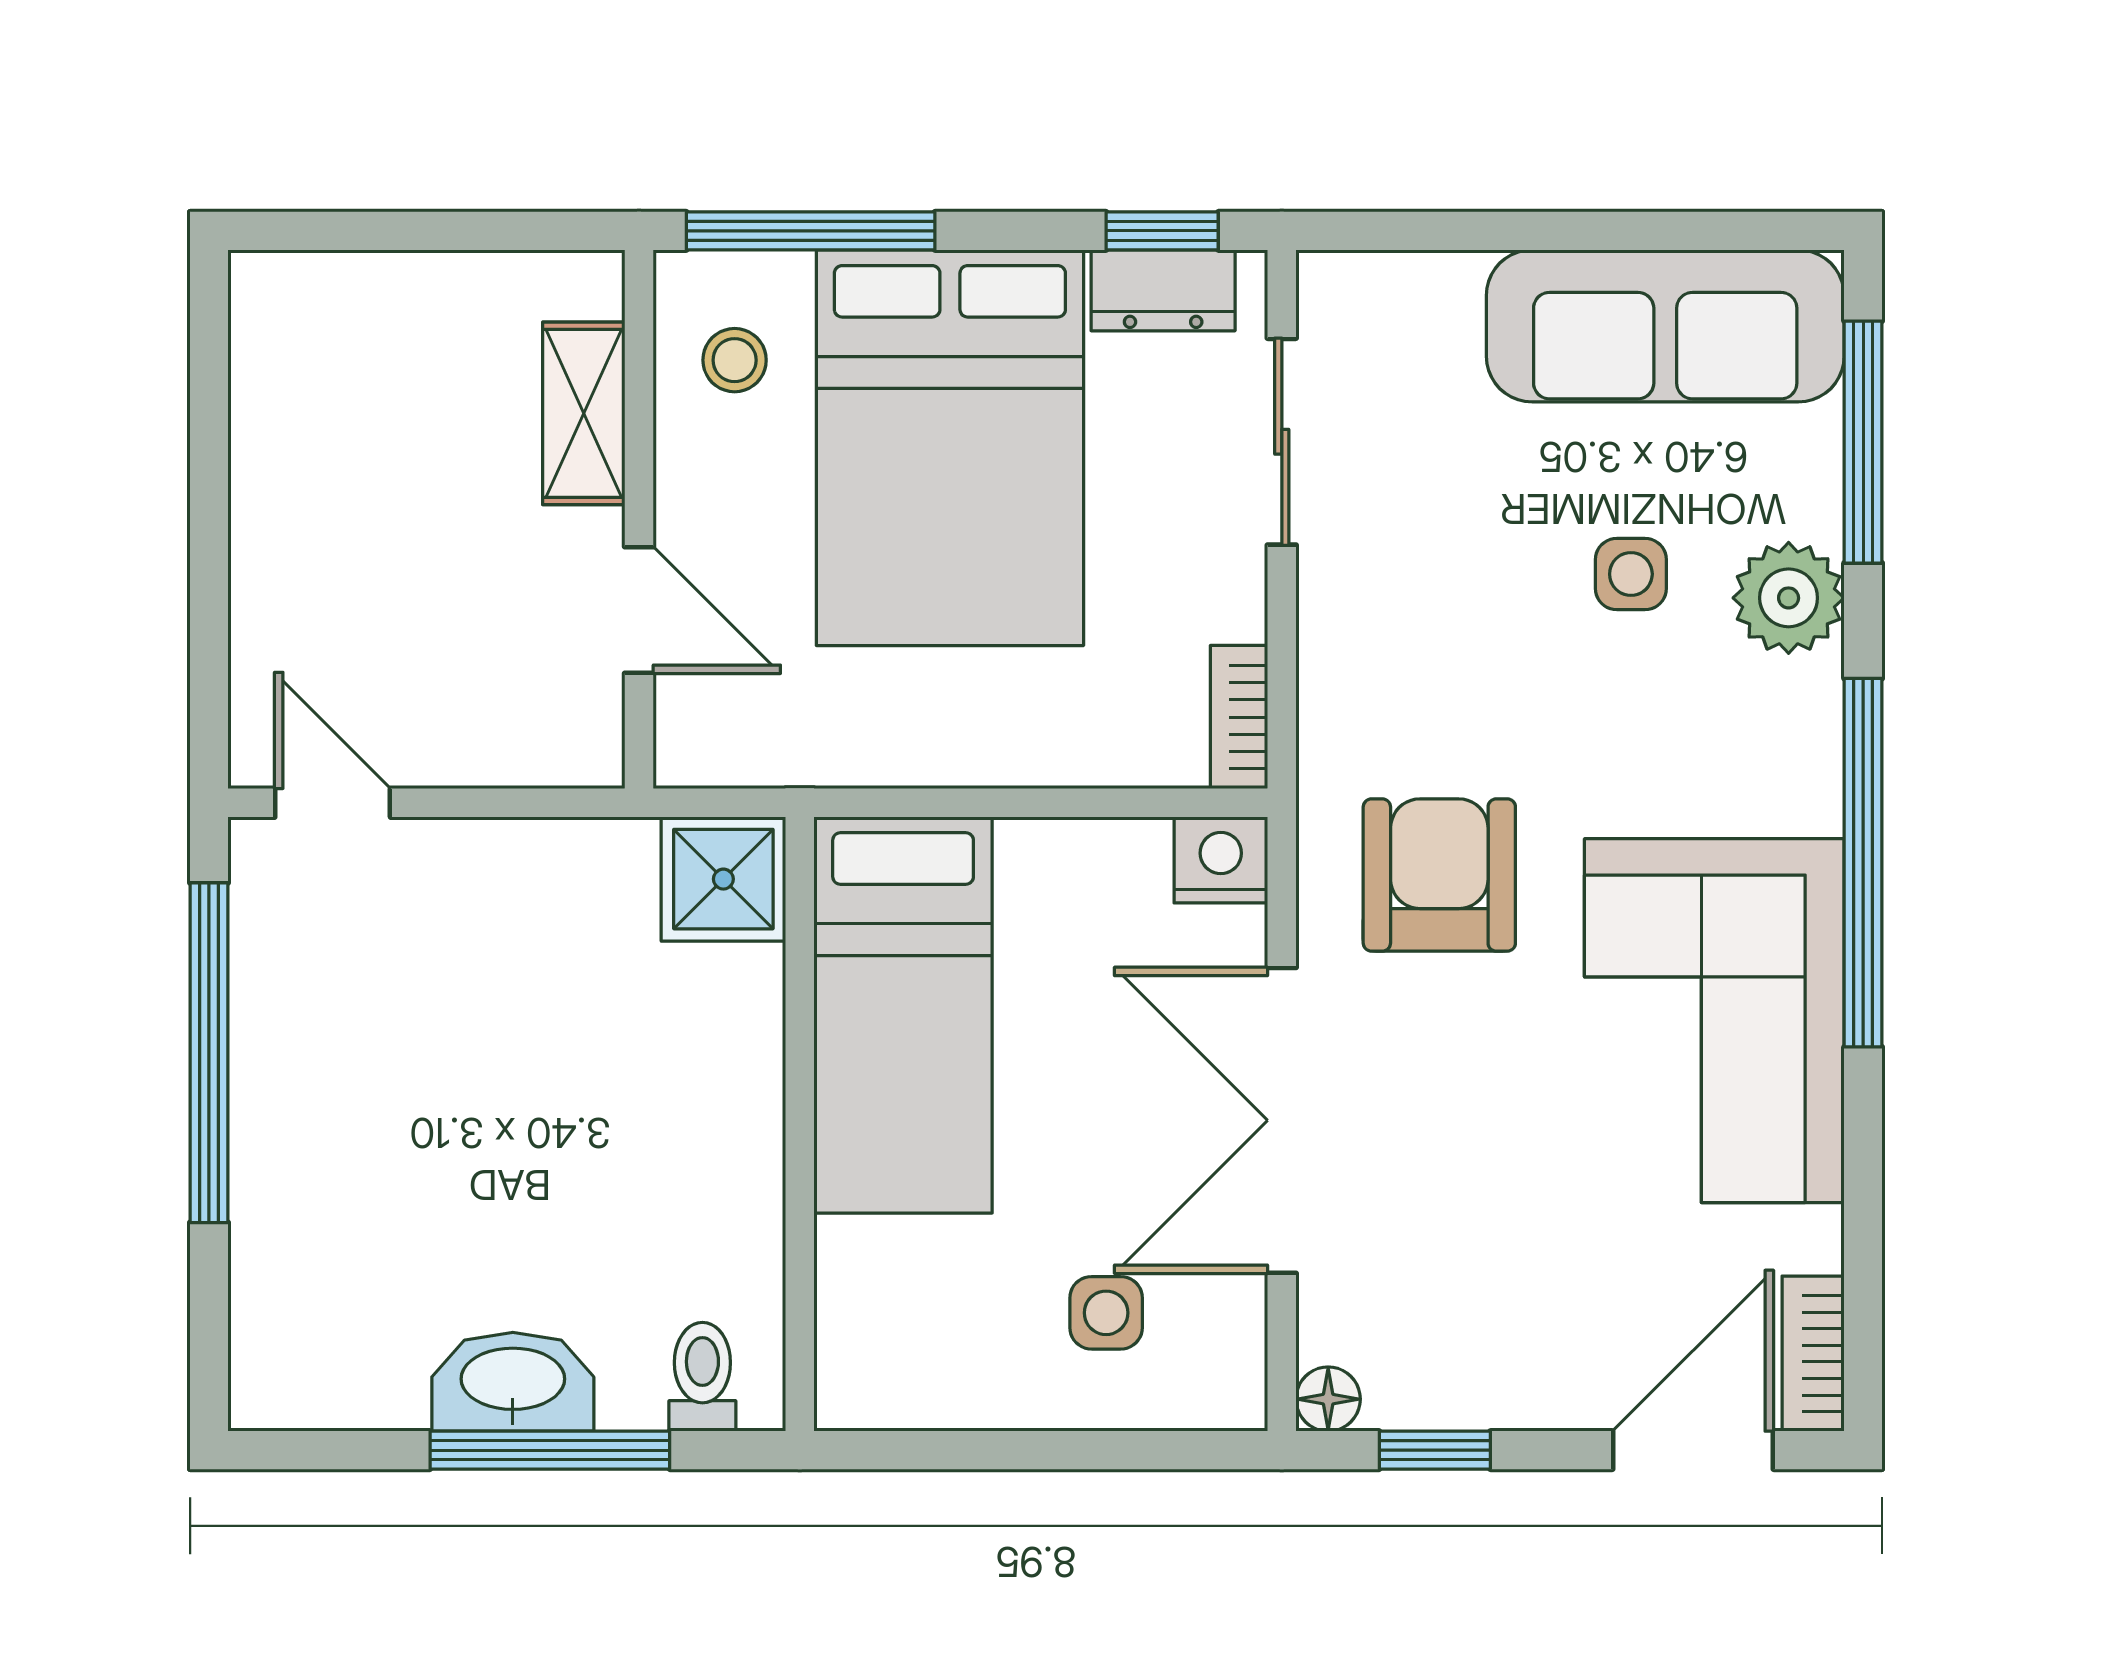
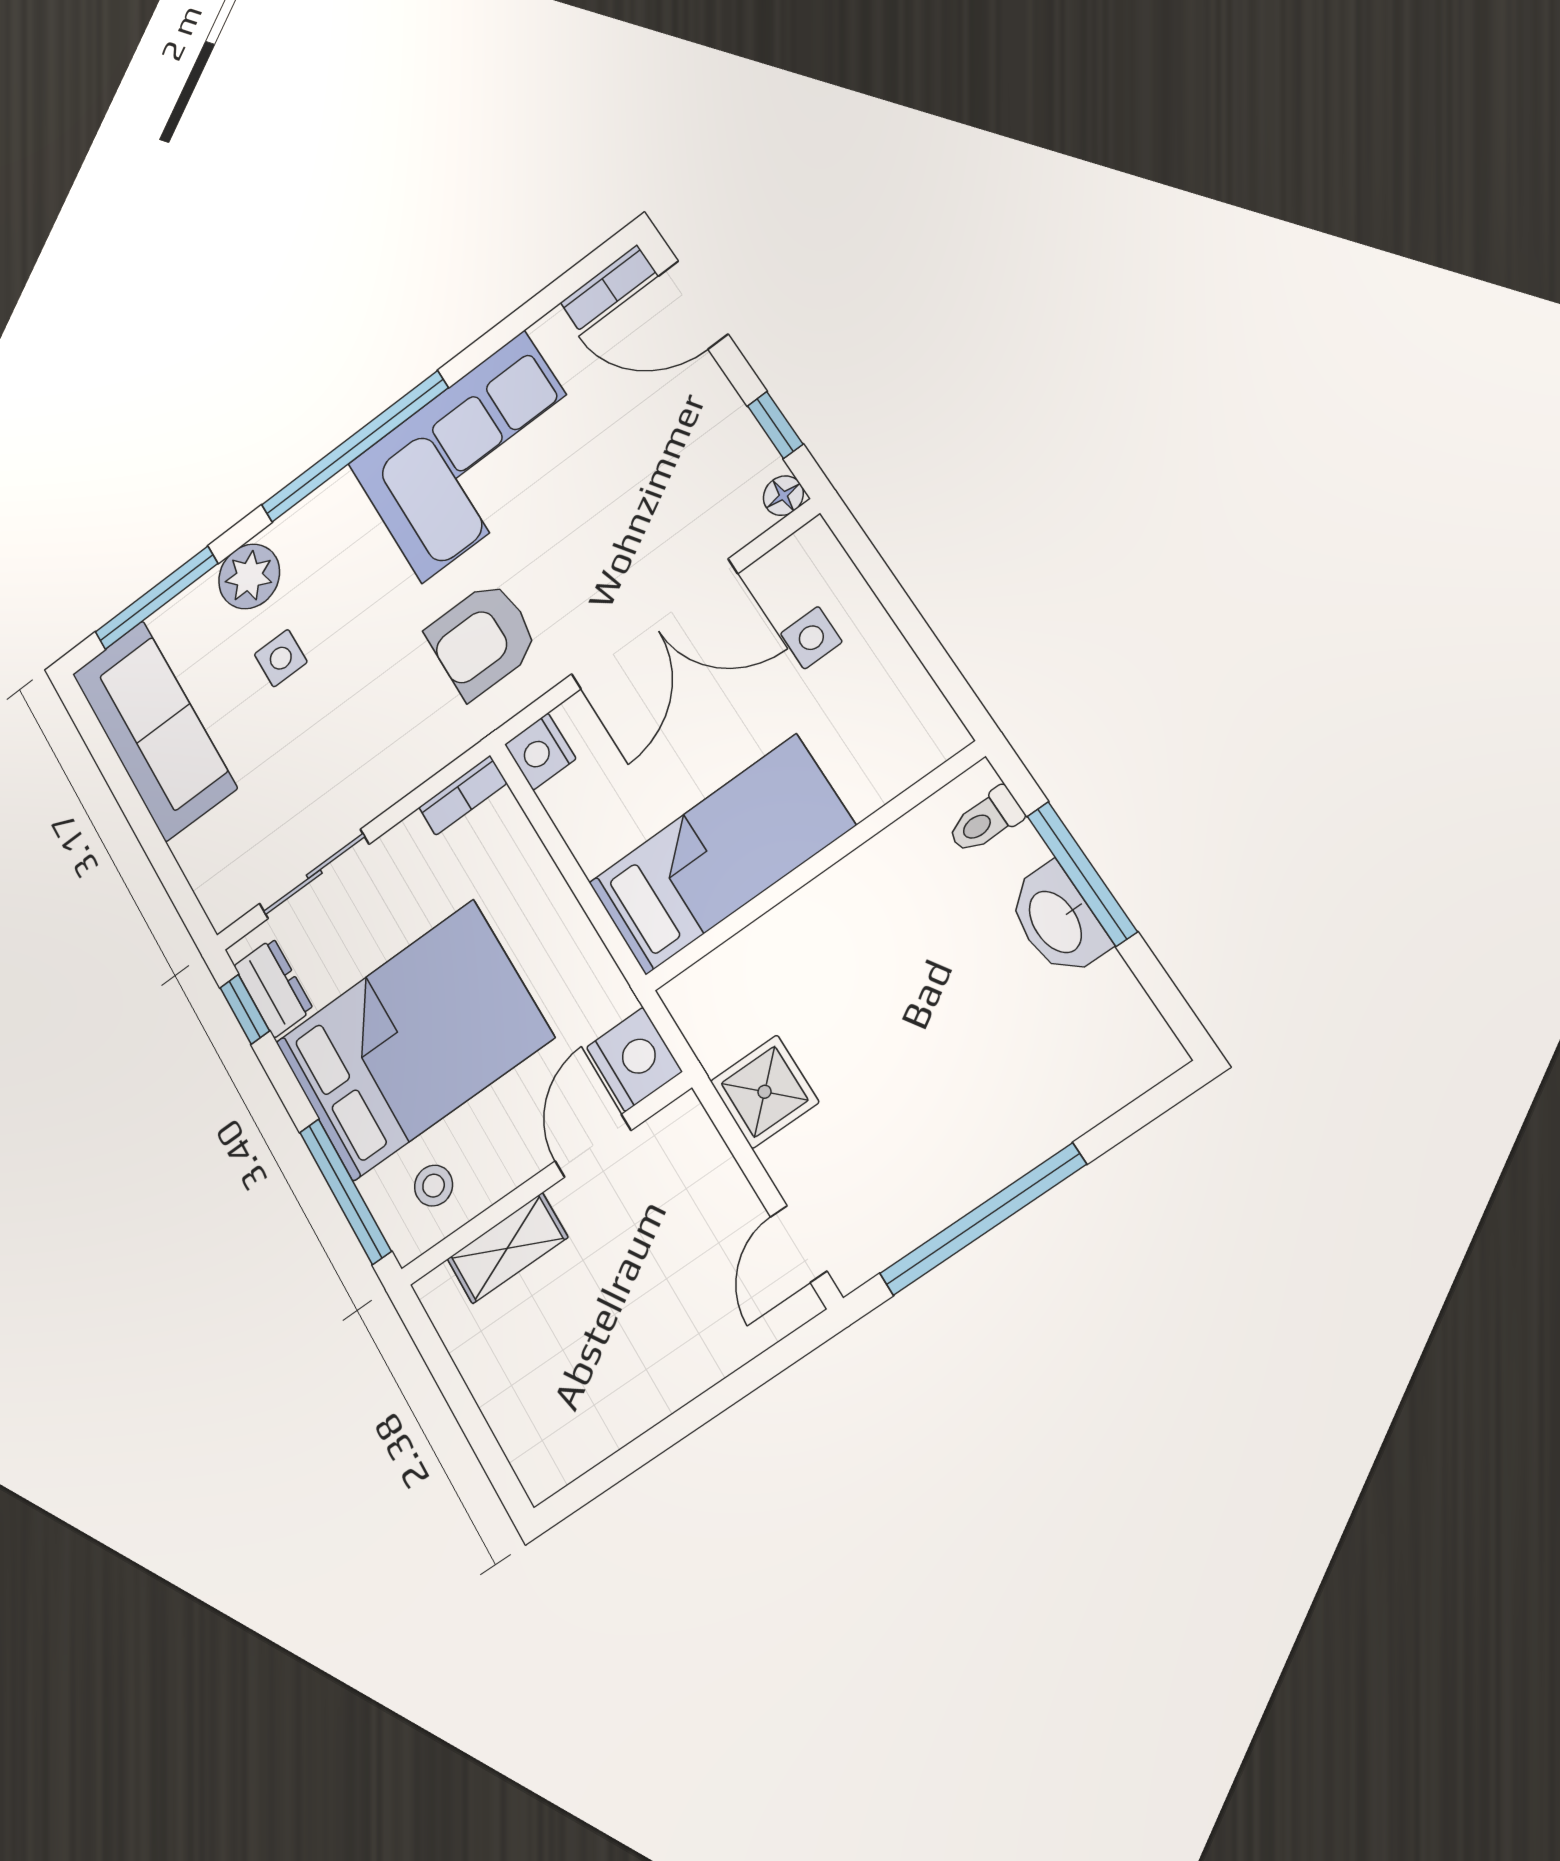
nightstand: (714, 734) -> (634, 1059), added
shower: (723, 879) -> (765, 1092), moved

